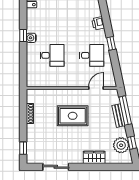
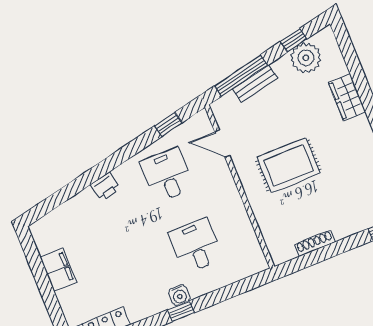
window: (111, 43) -> (169, 124), moved
rug: (73, 116) -> (288, 165), turned 90

